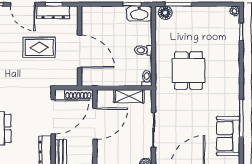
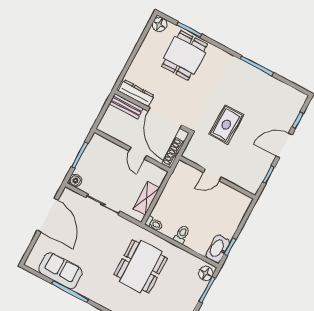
dresser: (53, 12) -> (262, 170), removed
rug: (39, 47) -> (226, 124), moved
door: (80, 51) -> (212, 175), width x0.53
dining table: (189, 70) -> (141, 266), width x1.38
door: (95, 124) -> (138, 153), width x0.53

